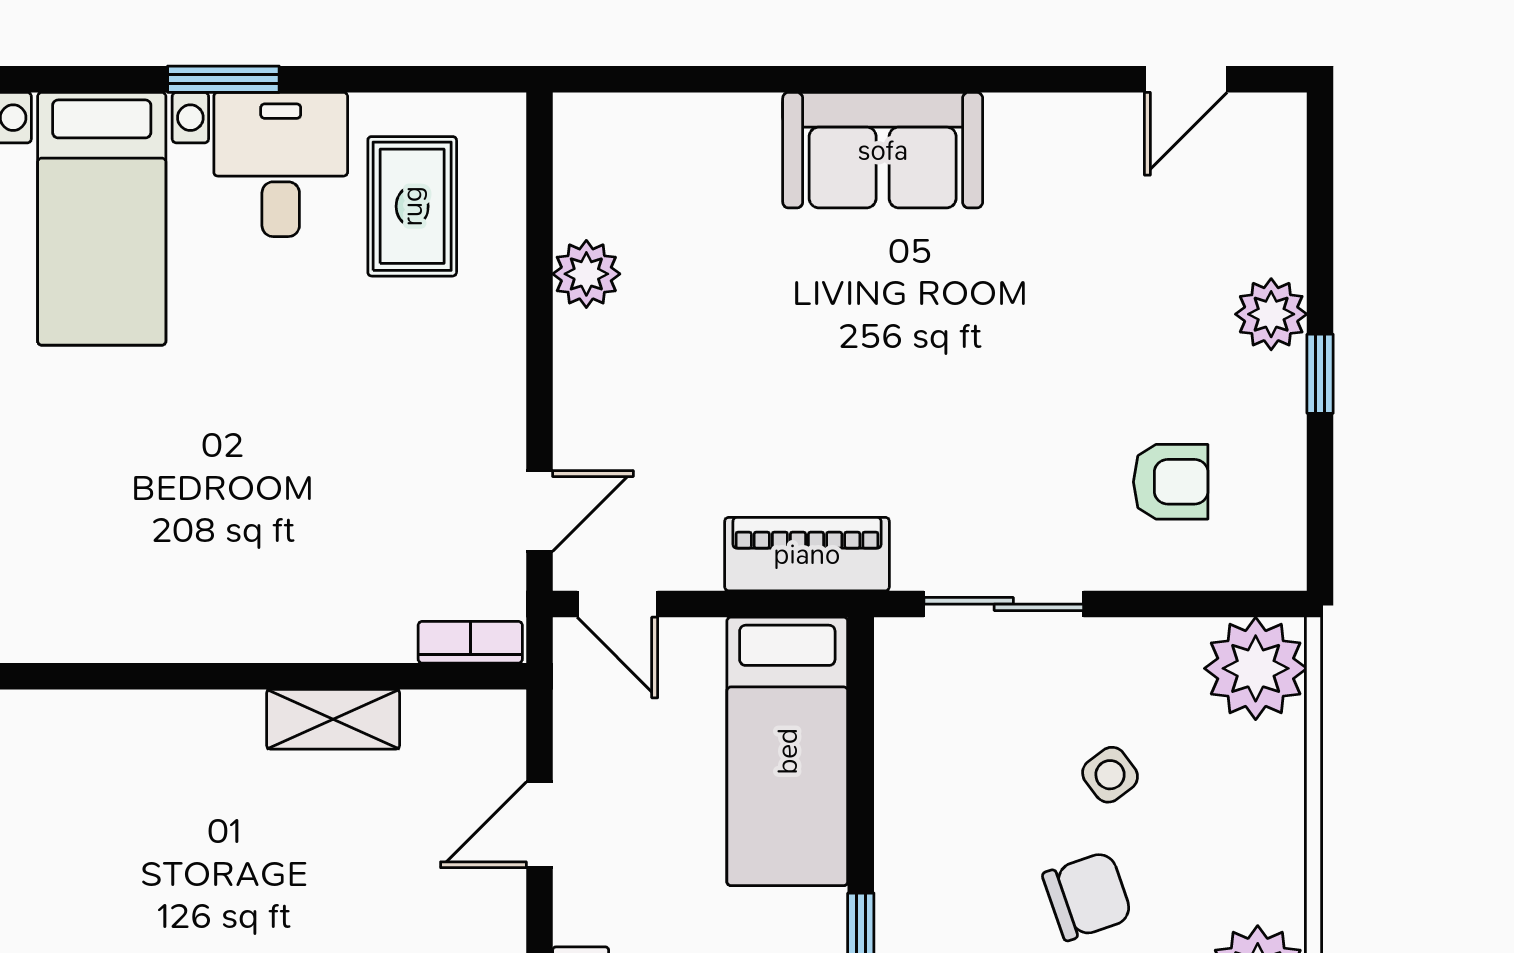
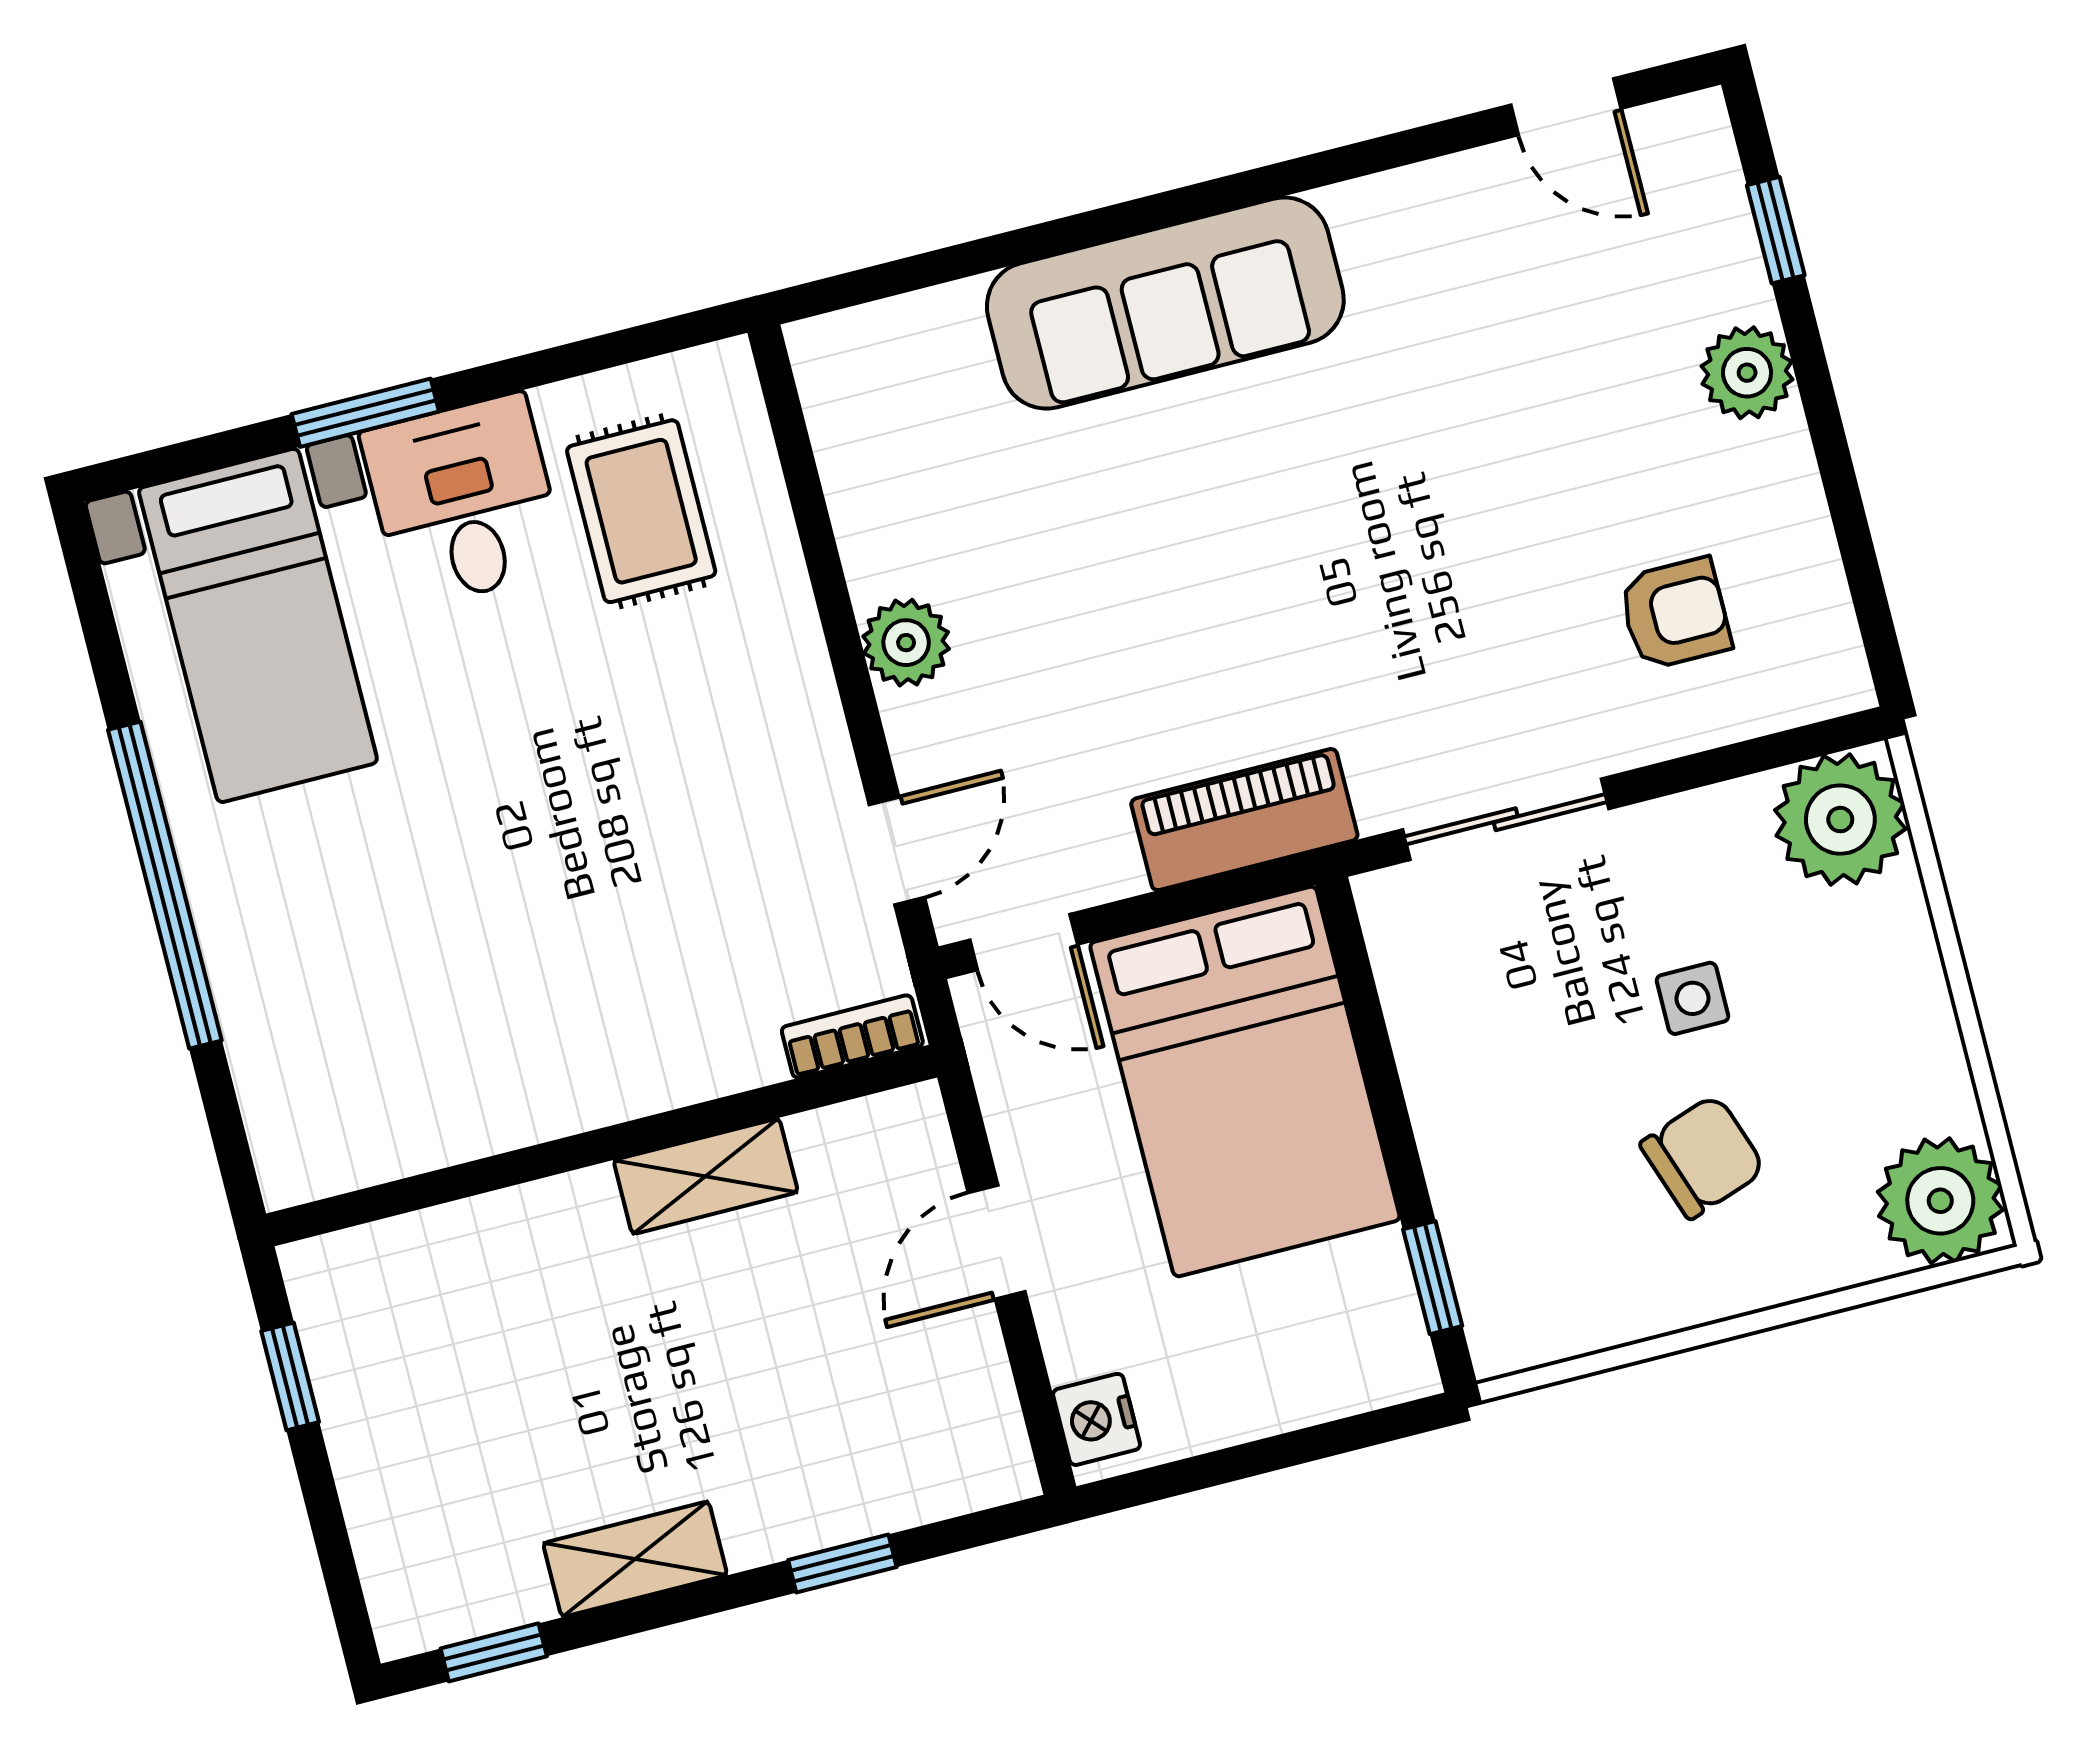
door: (1186, 79) -> (1566, 107), hinge flipped
sofa: (883, 150) -> (1165, 303), width x1.36
plant: (586, 274) -> (906, 643), moved
window: (1320, 374) -> (1776, 230), moved
bed: (787, 751) -> (1245, 1081), width x1.50
side table: (1110, 775) -> (1692, 998), turned 37

